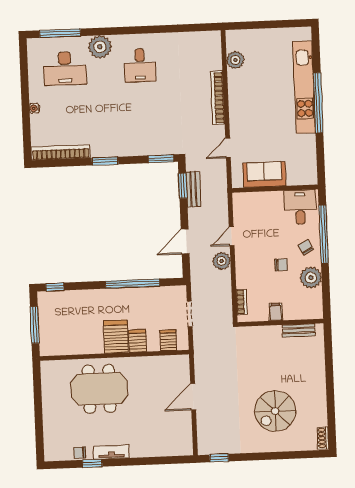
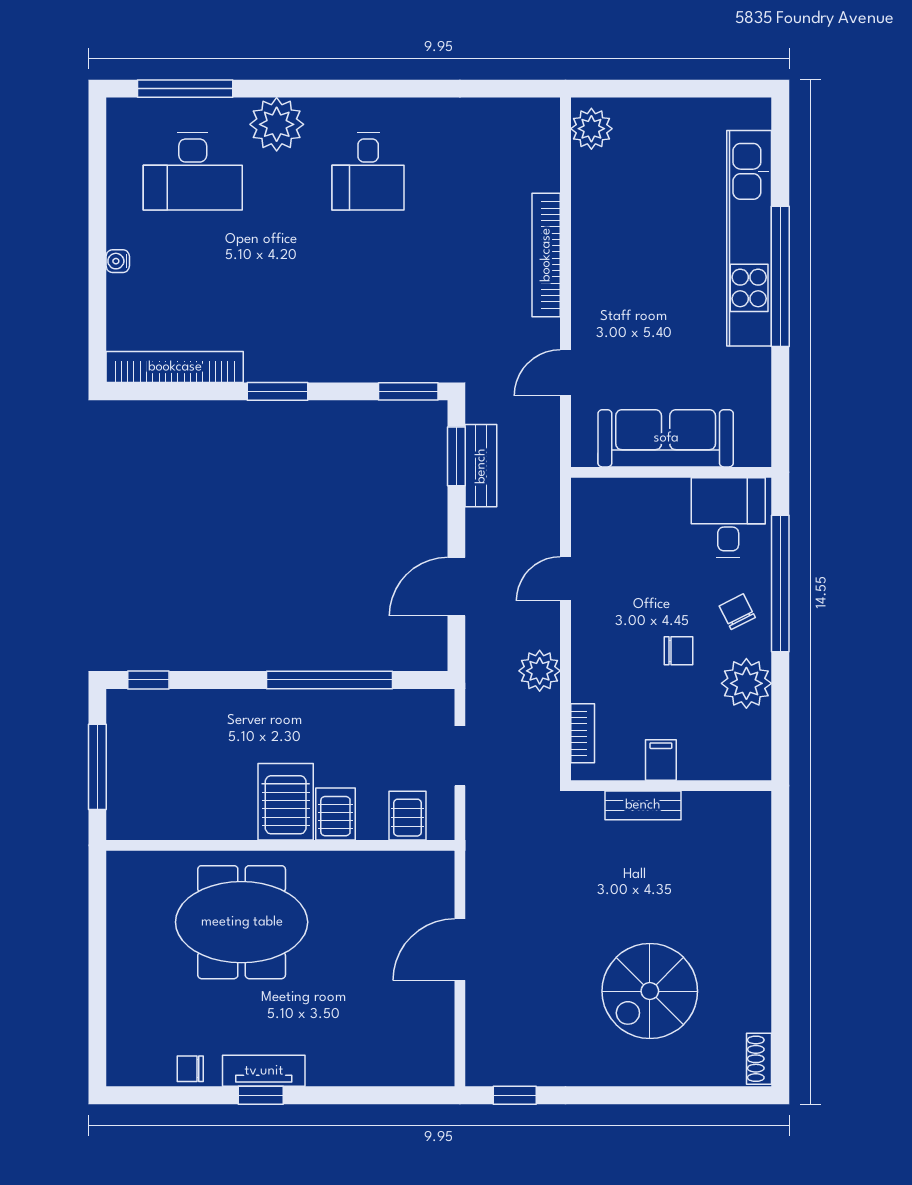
plant: (235, 60) -> (591, 129), moved
sofa: (264, 175) -> (666, 438), width x1.36
plant: (222, 261) -> (540, 671), moved
bench: (299, 330) -> (643, 805), moved
window: (92, 463) -> (261, 1095), moved

